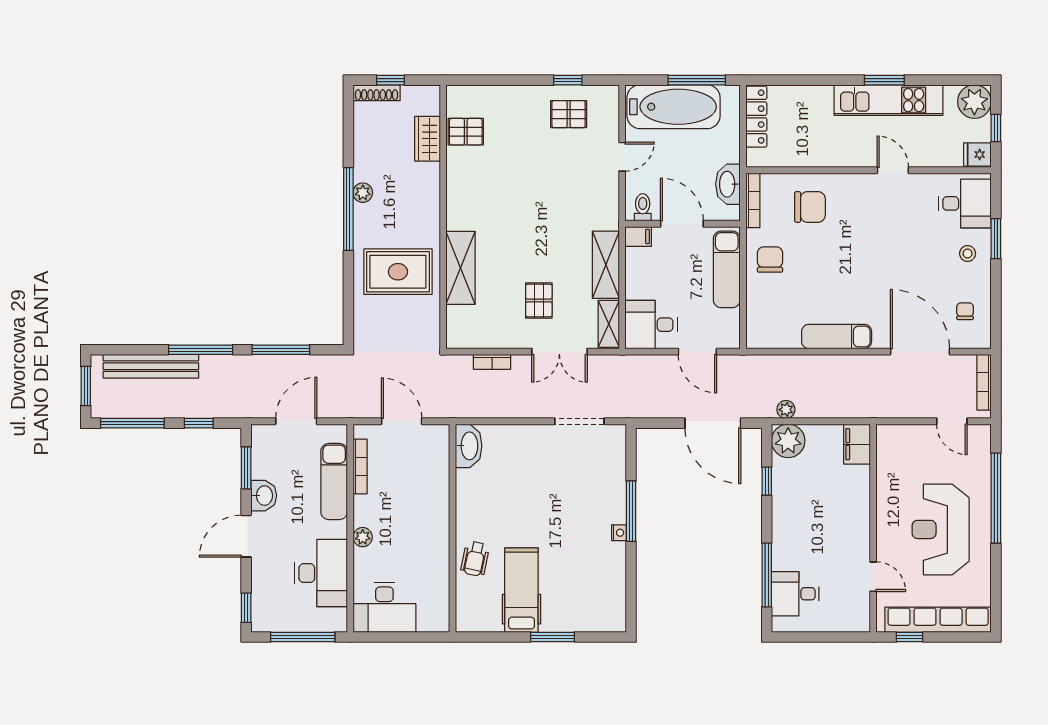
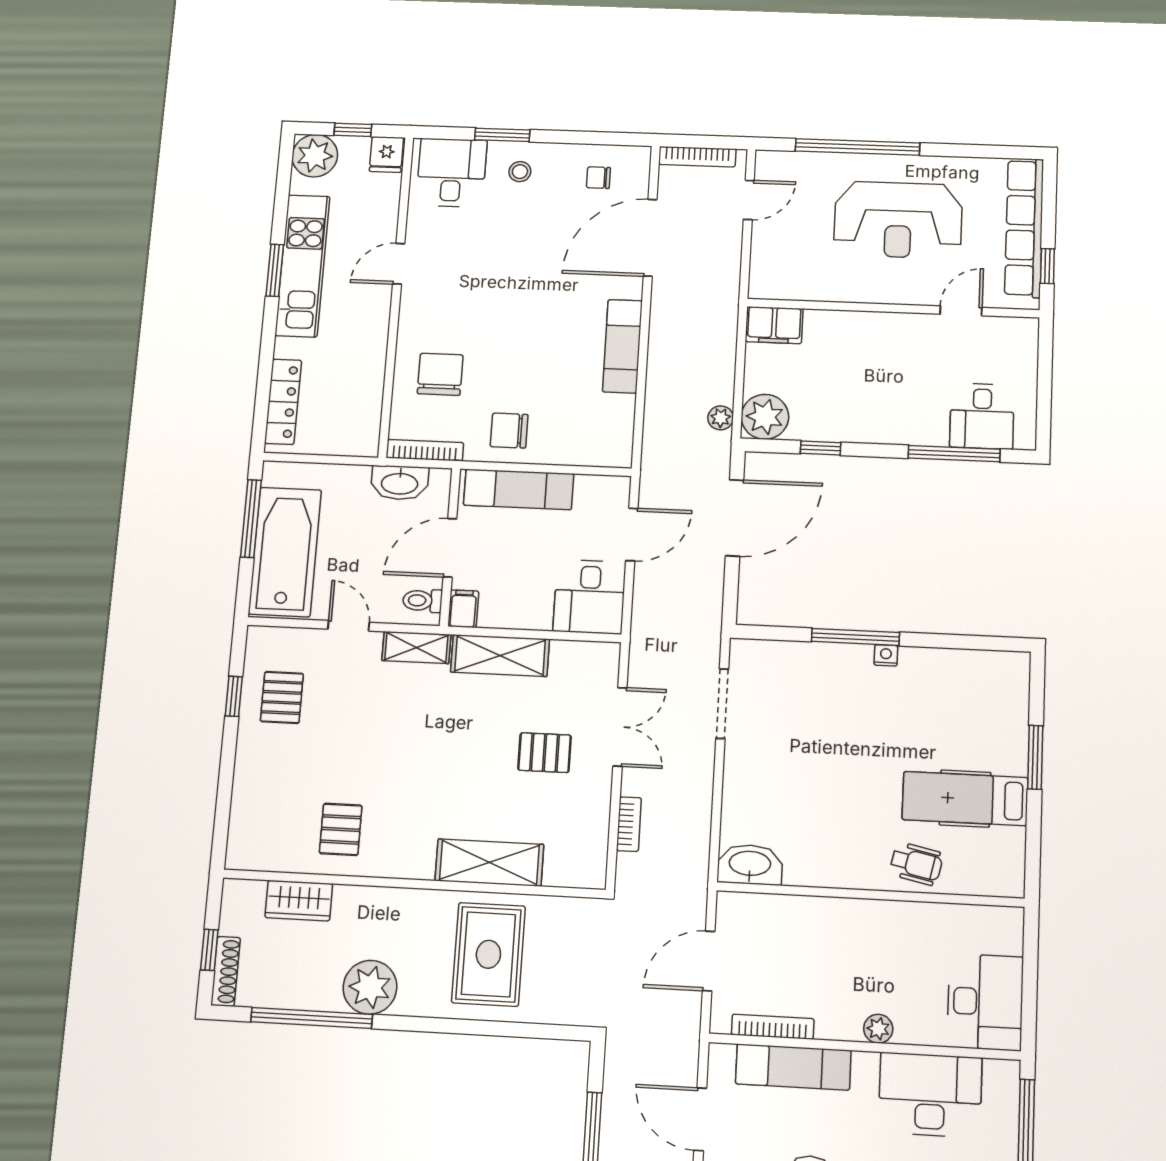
locker: (756, 117) -> (283, 402), moved, turned 90
pallet: (466, 132) -> (341, 829), moved
plant: (363, 193) -> (370, 987), width x1.88, depth x1.88
window: (348, 209) -> (312, 1018), moved
shelving: (609, 324) -> (416, 648), moved

